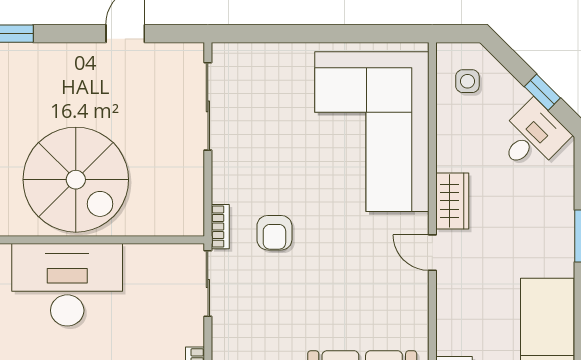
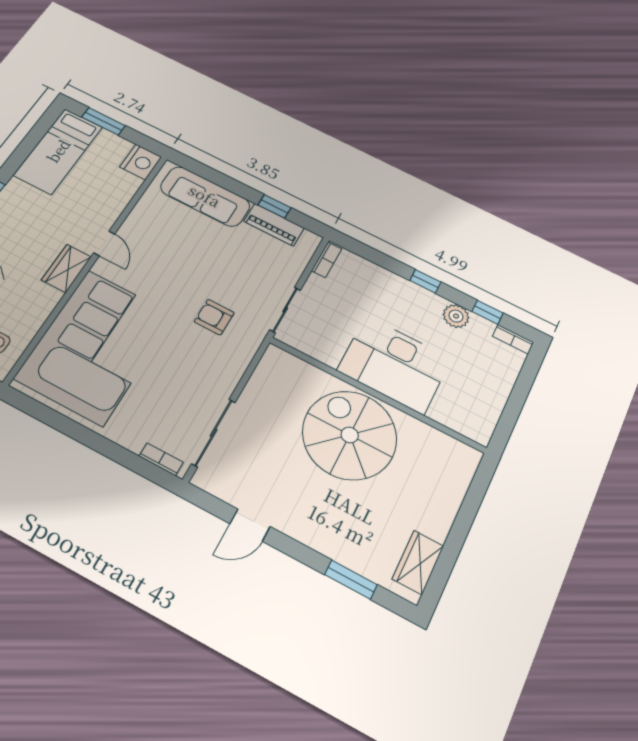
bookcase: (220, 227) -> (161, 459), moved, turned 90
armchair: (274, 233) -> (214, 317), turned -90

